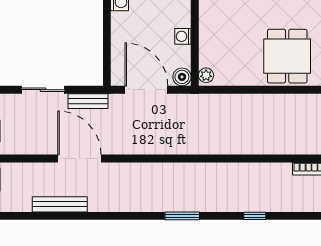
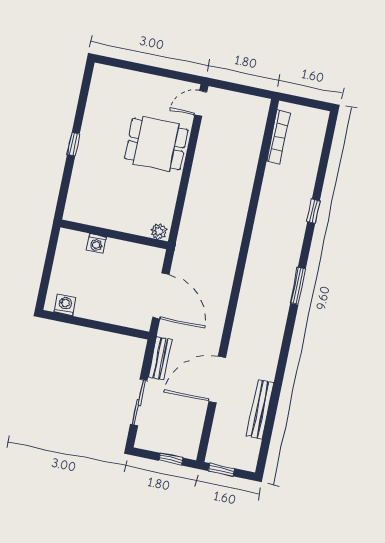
washing machine: (183, 36) -> (96, 244), moved
boiler: (182, 77) -> (155, 257), removed
door: (146, 90) -> (161, 296), swing flipped

